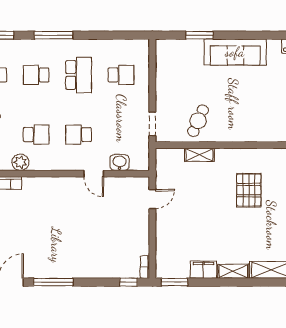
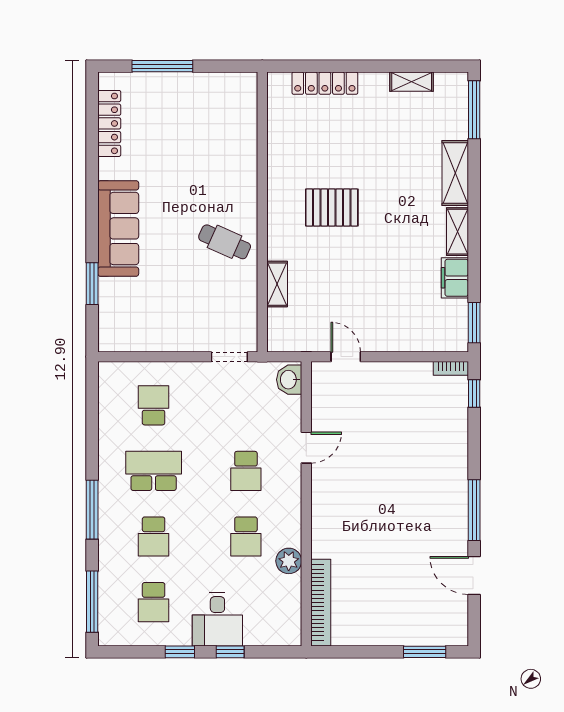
cafe table: (198, 121) -> (225, 242), moved
school desk: (36, 135) -> (246, 537), turned 180
washbasin: (120, 162) -> (289, 380), moved

